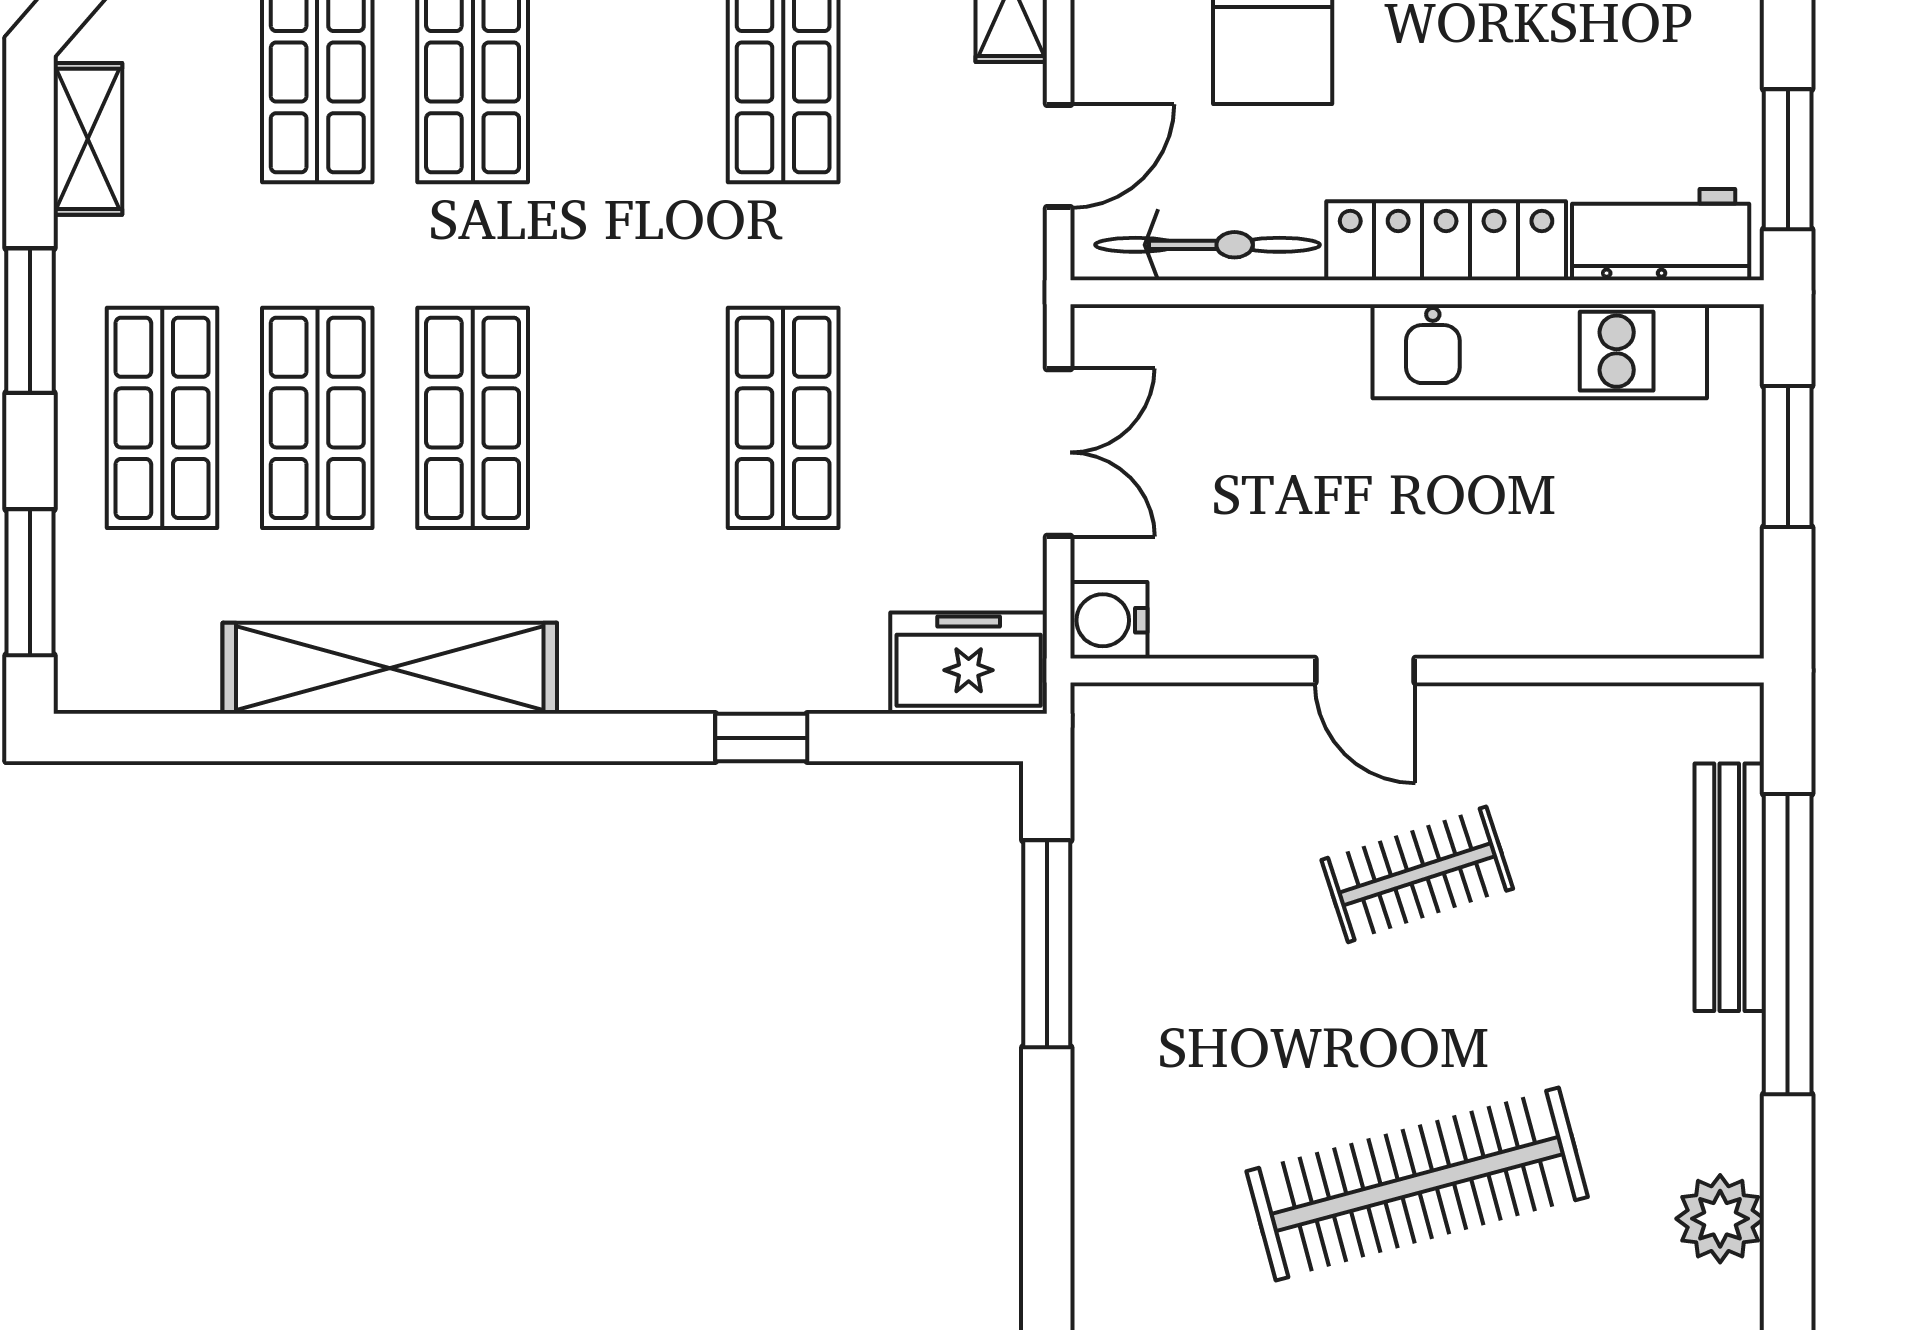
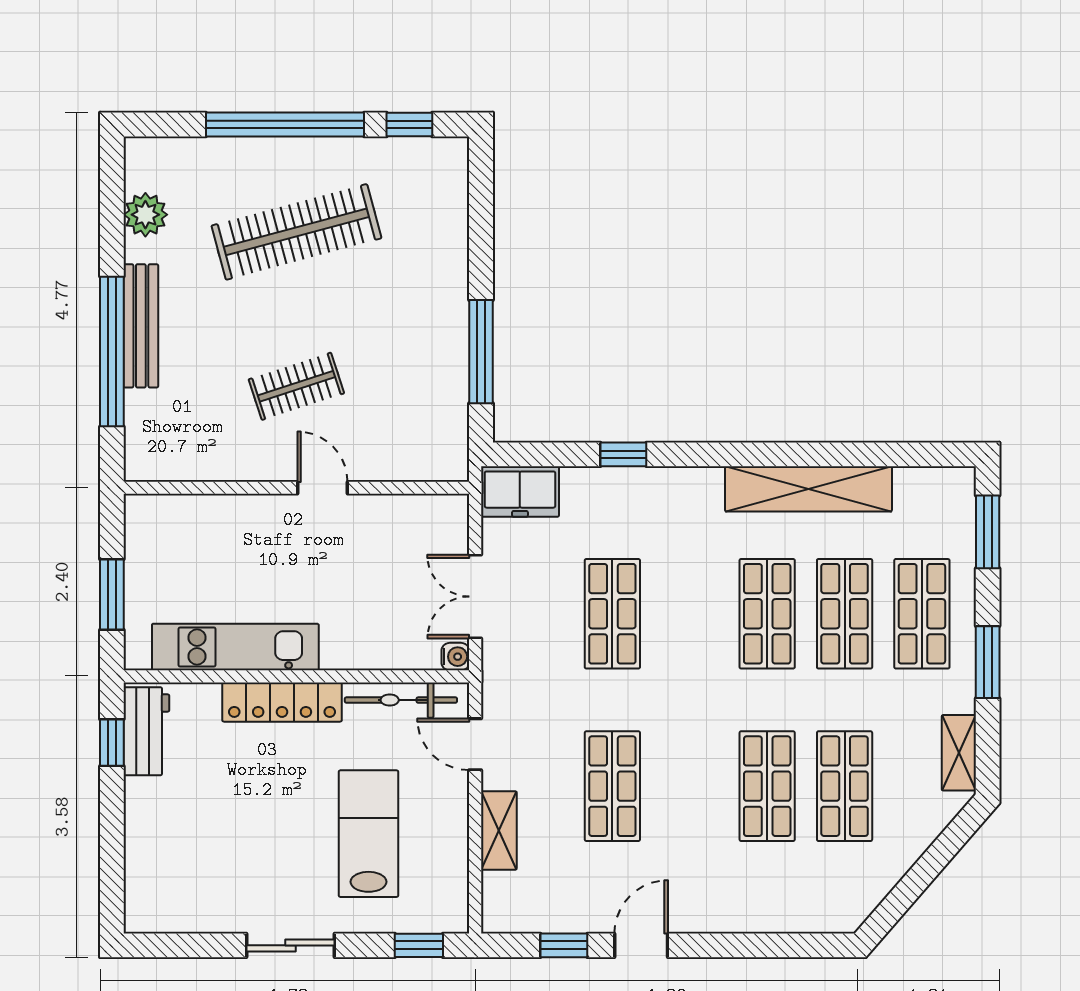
door: (1059, 156) -> (475, 744), hinge flipped
window: (1788, 159) -> (112, 743), width x0.67
workbench: (1661, 235) -> (146, 731), moved, turned -90
water cooler: (1109, 620) -> (455, 657), moved, width x0.72, depth x0.72
bench: (1729, 887) -> (141, 326), moved

